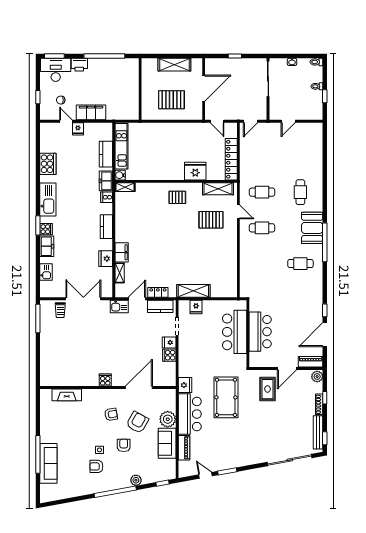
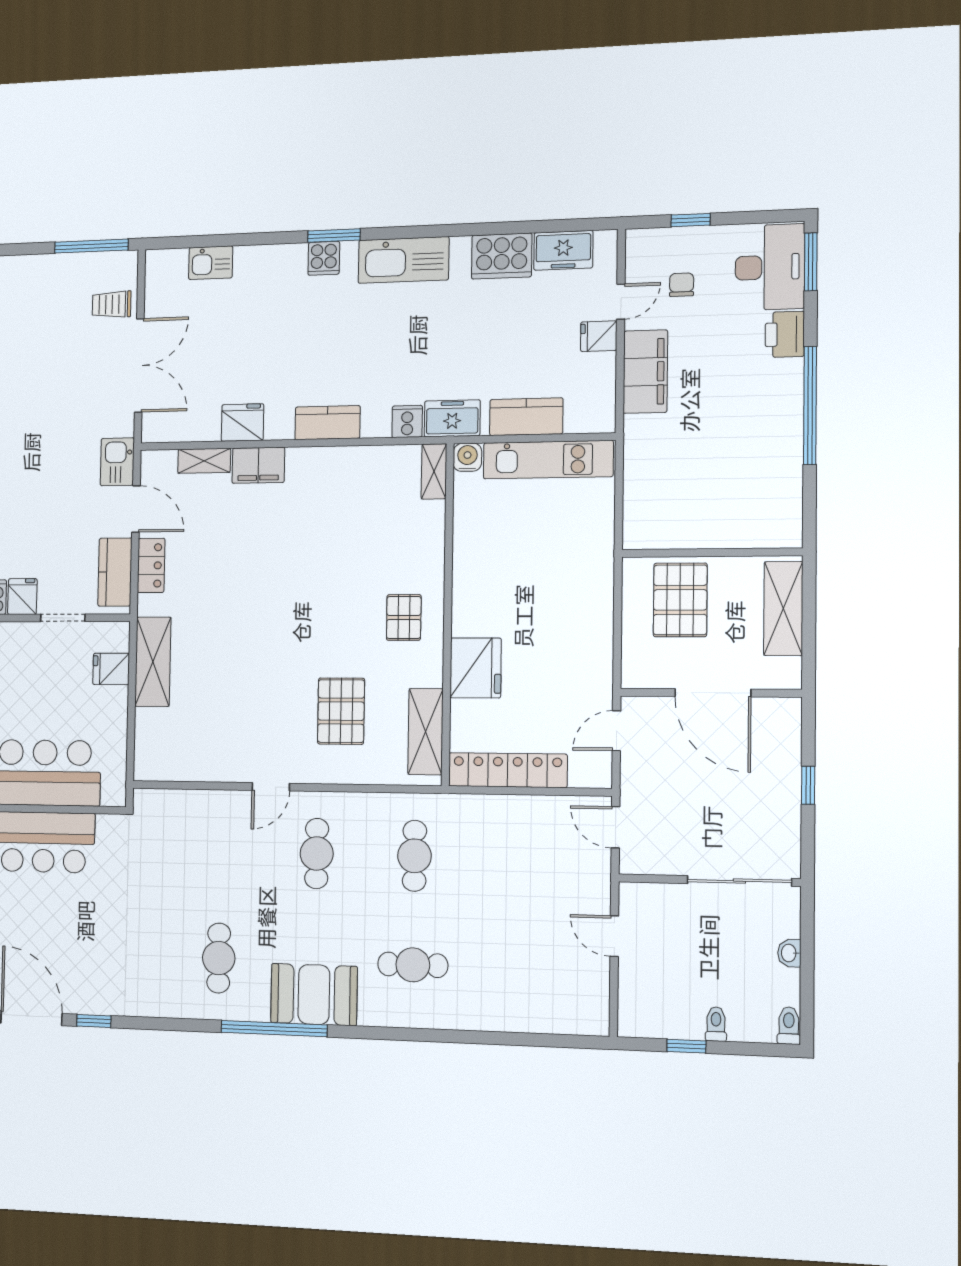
wall: (140, 89) -> (712, 553), moved
door: (238, 212) -> (271, 787), moved
freezer: (47, 246) -> (563, 250), moved

